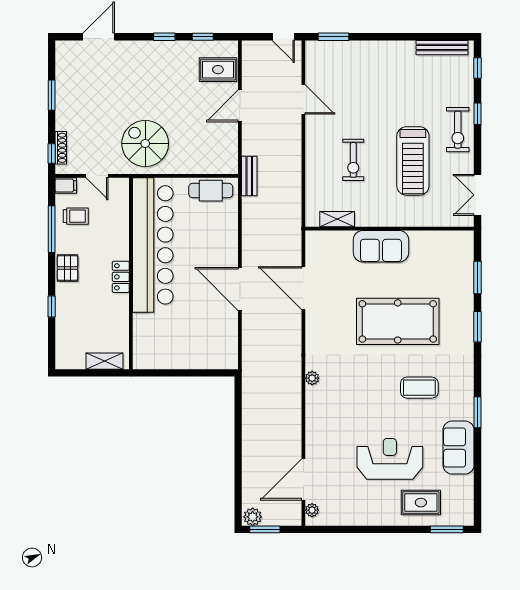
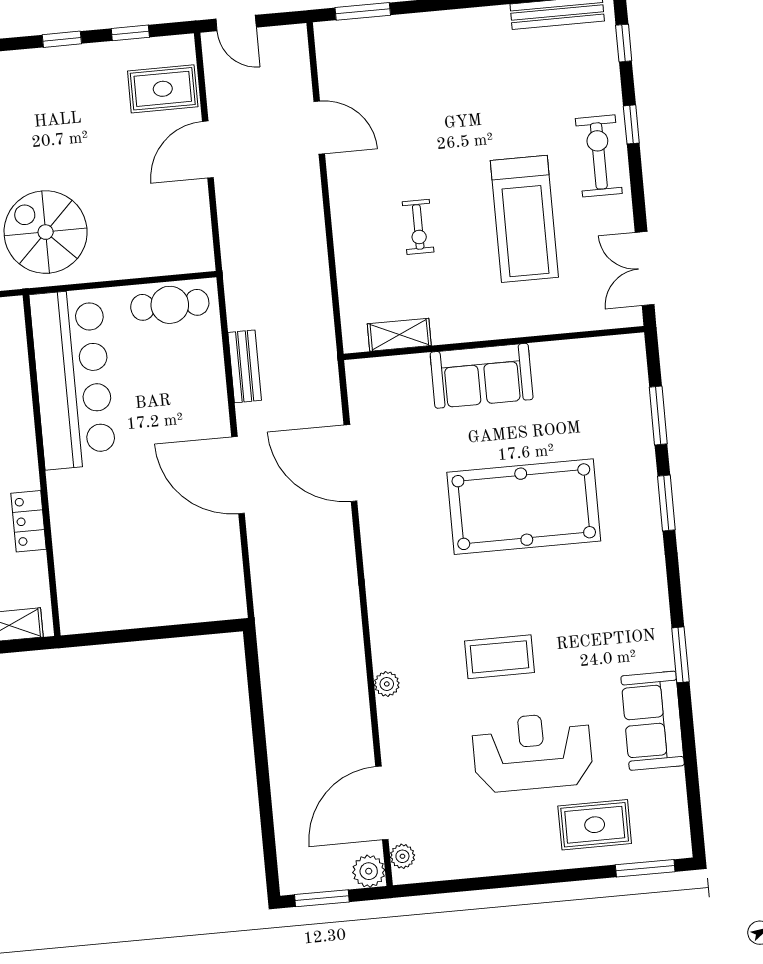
door: (283, 37) -> (236, 23), moved
exercise bike: (458, 130) -> (599, 156), turned 180
exercise bike: (353, 160) -> (418, 227), width x0.73, depth x0.72
bench: (249, 176) -> (245, 366), moved
bar counter: (153, 245) -> (73, 379), width x0.73
locker: (121, 277) -> (29, 521), moved
plant: (312, 378) -> (387, 684), moved
coffee table: (419, 388) -> (500, 657), moved
plant: (253, 517) -> (369, 871), moved

